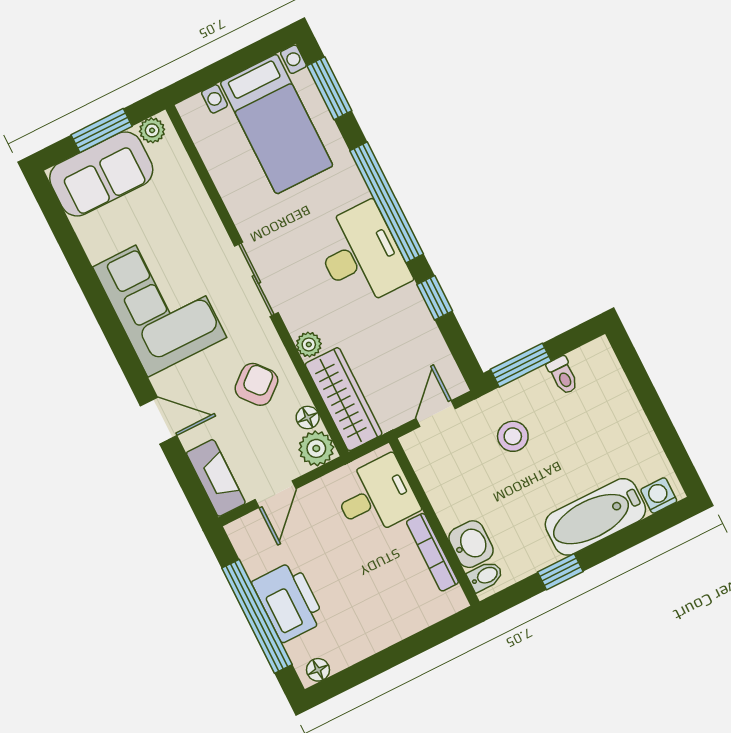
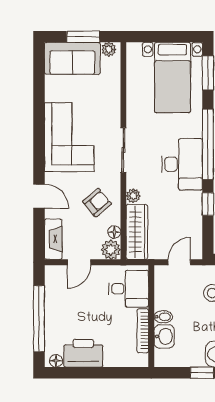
bidet: (485, 576) -> (163, 317), moved
printer: (289, 602) -> (83, 353), moved, turned -90

